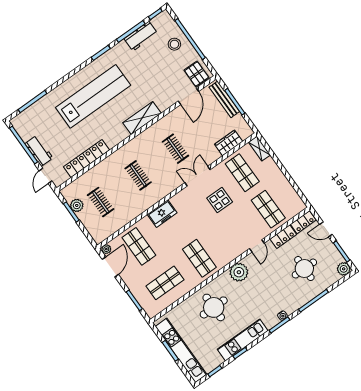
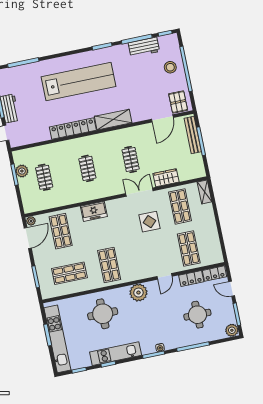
wardrobe: (229, 143) -> (166, 178), moved
locker: (87, 158) -> (73, 129), moved

